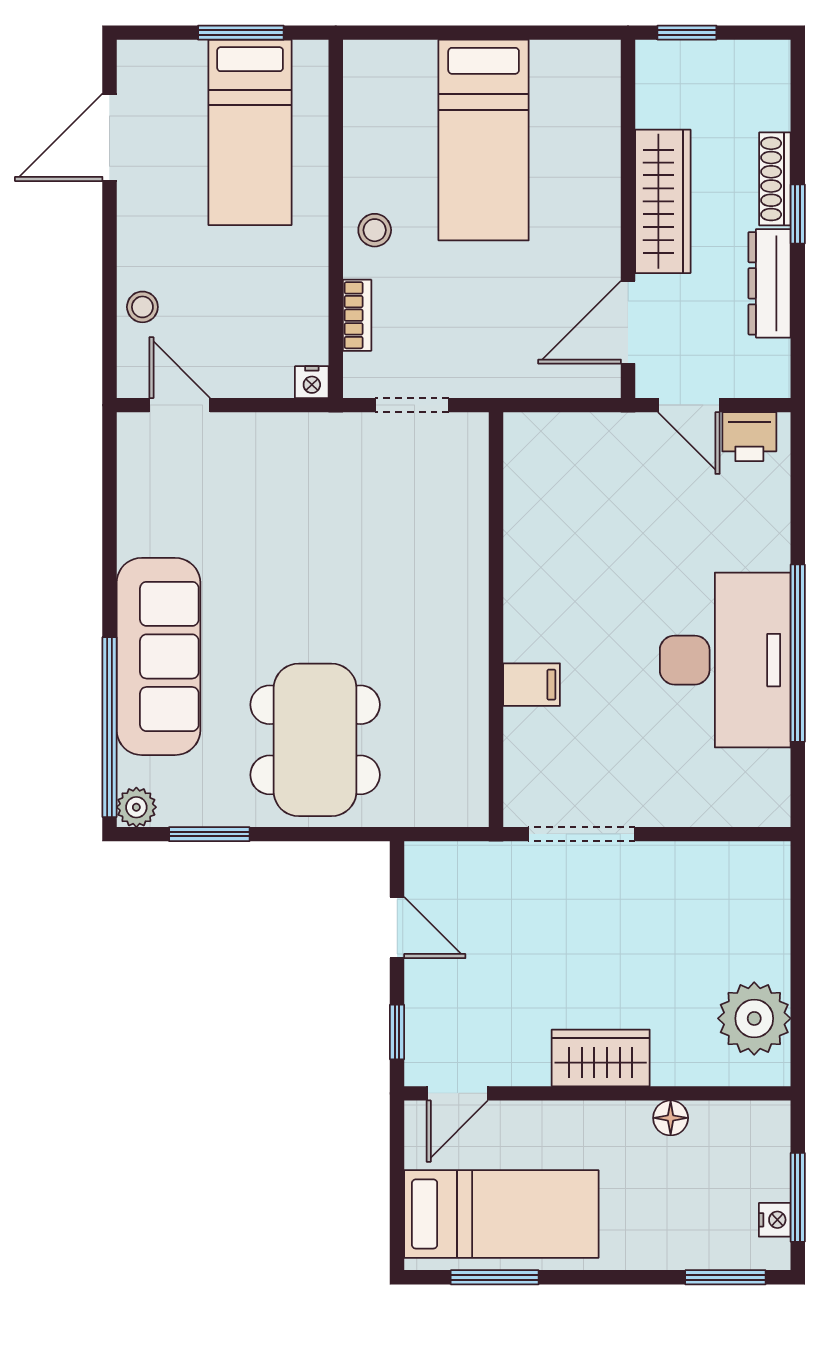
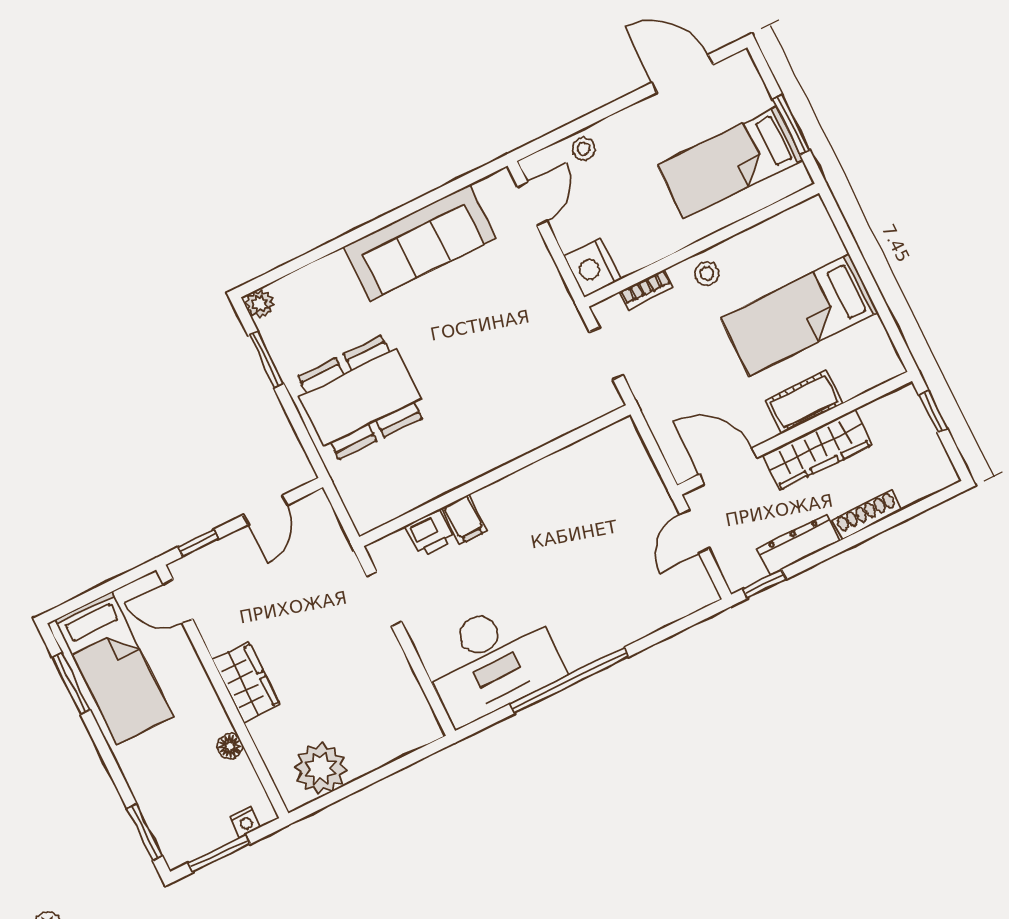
cot: (595, 188) -> (804, 402), added
window: (798, 214) -> (764, 584), moved
nightstand: (312, 382) -> (592, 268), width x1.89, depth x1.79
printer: (749, 437) -> (430, 533), moved, turned -90
sofa: (158, 656) -> (420, 242), moved
desk: (725, 660) -> (492, 661), moved
window: (109, 727) -> (303, 261), removed
doorway: (582, 834) -> (384, 599), width x0.73
nightstand: (775, 1220) -> (245, 822), moved

